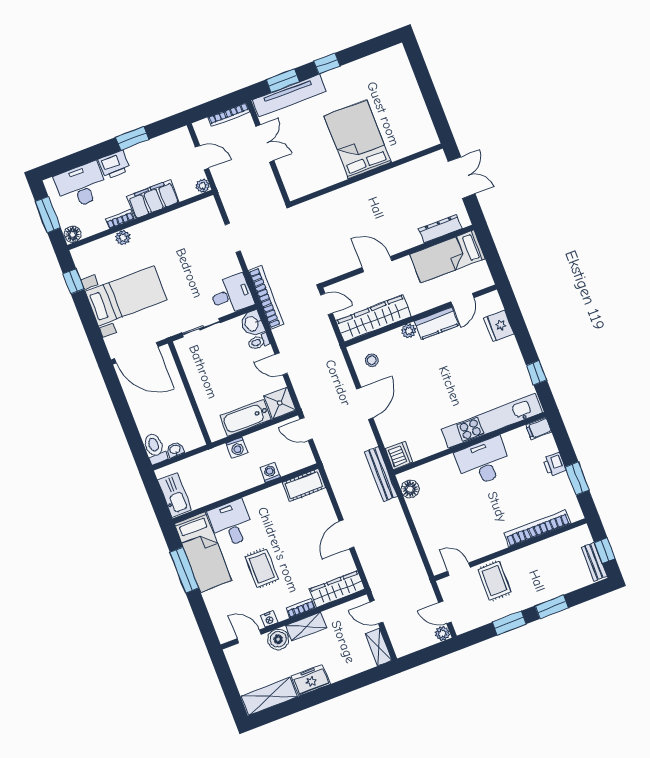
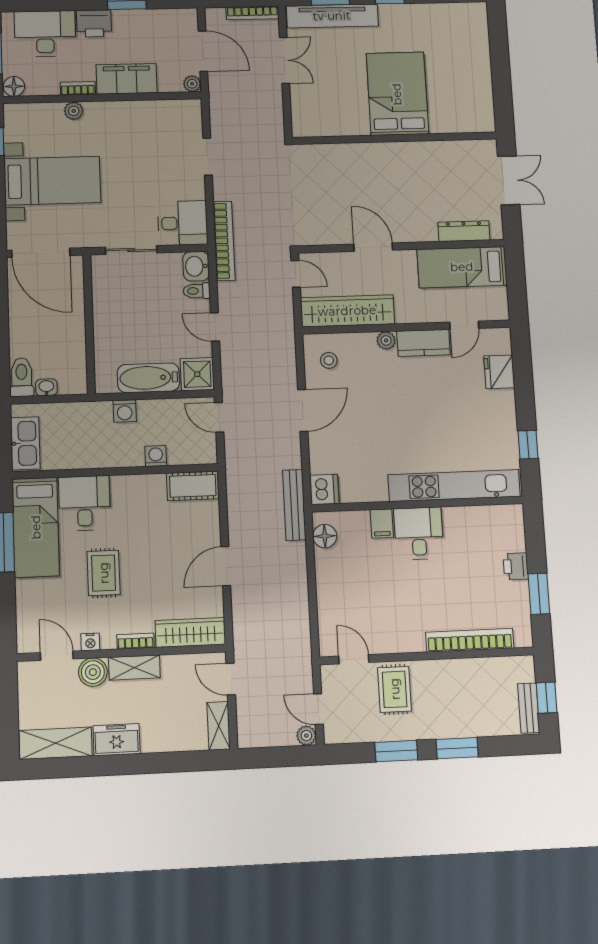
door: (202, 158) -> (203, 51), width x1.38
filing cabinet: (539, 429) -> (382, 524), moved, turned -90
desk: (483, 462) -> (419, 533), width x0.73

